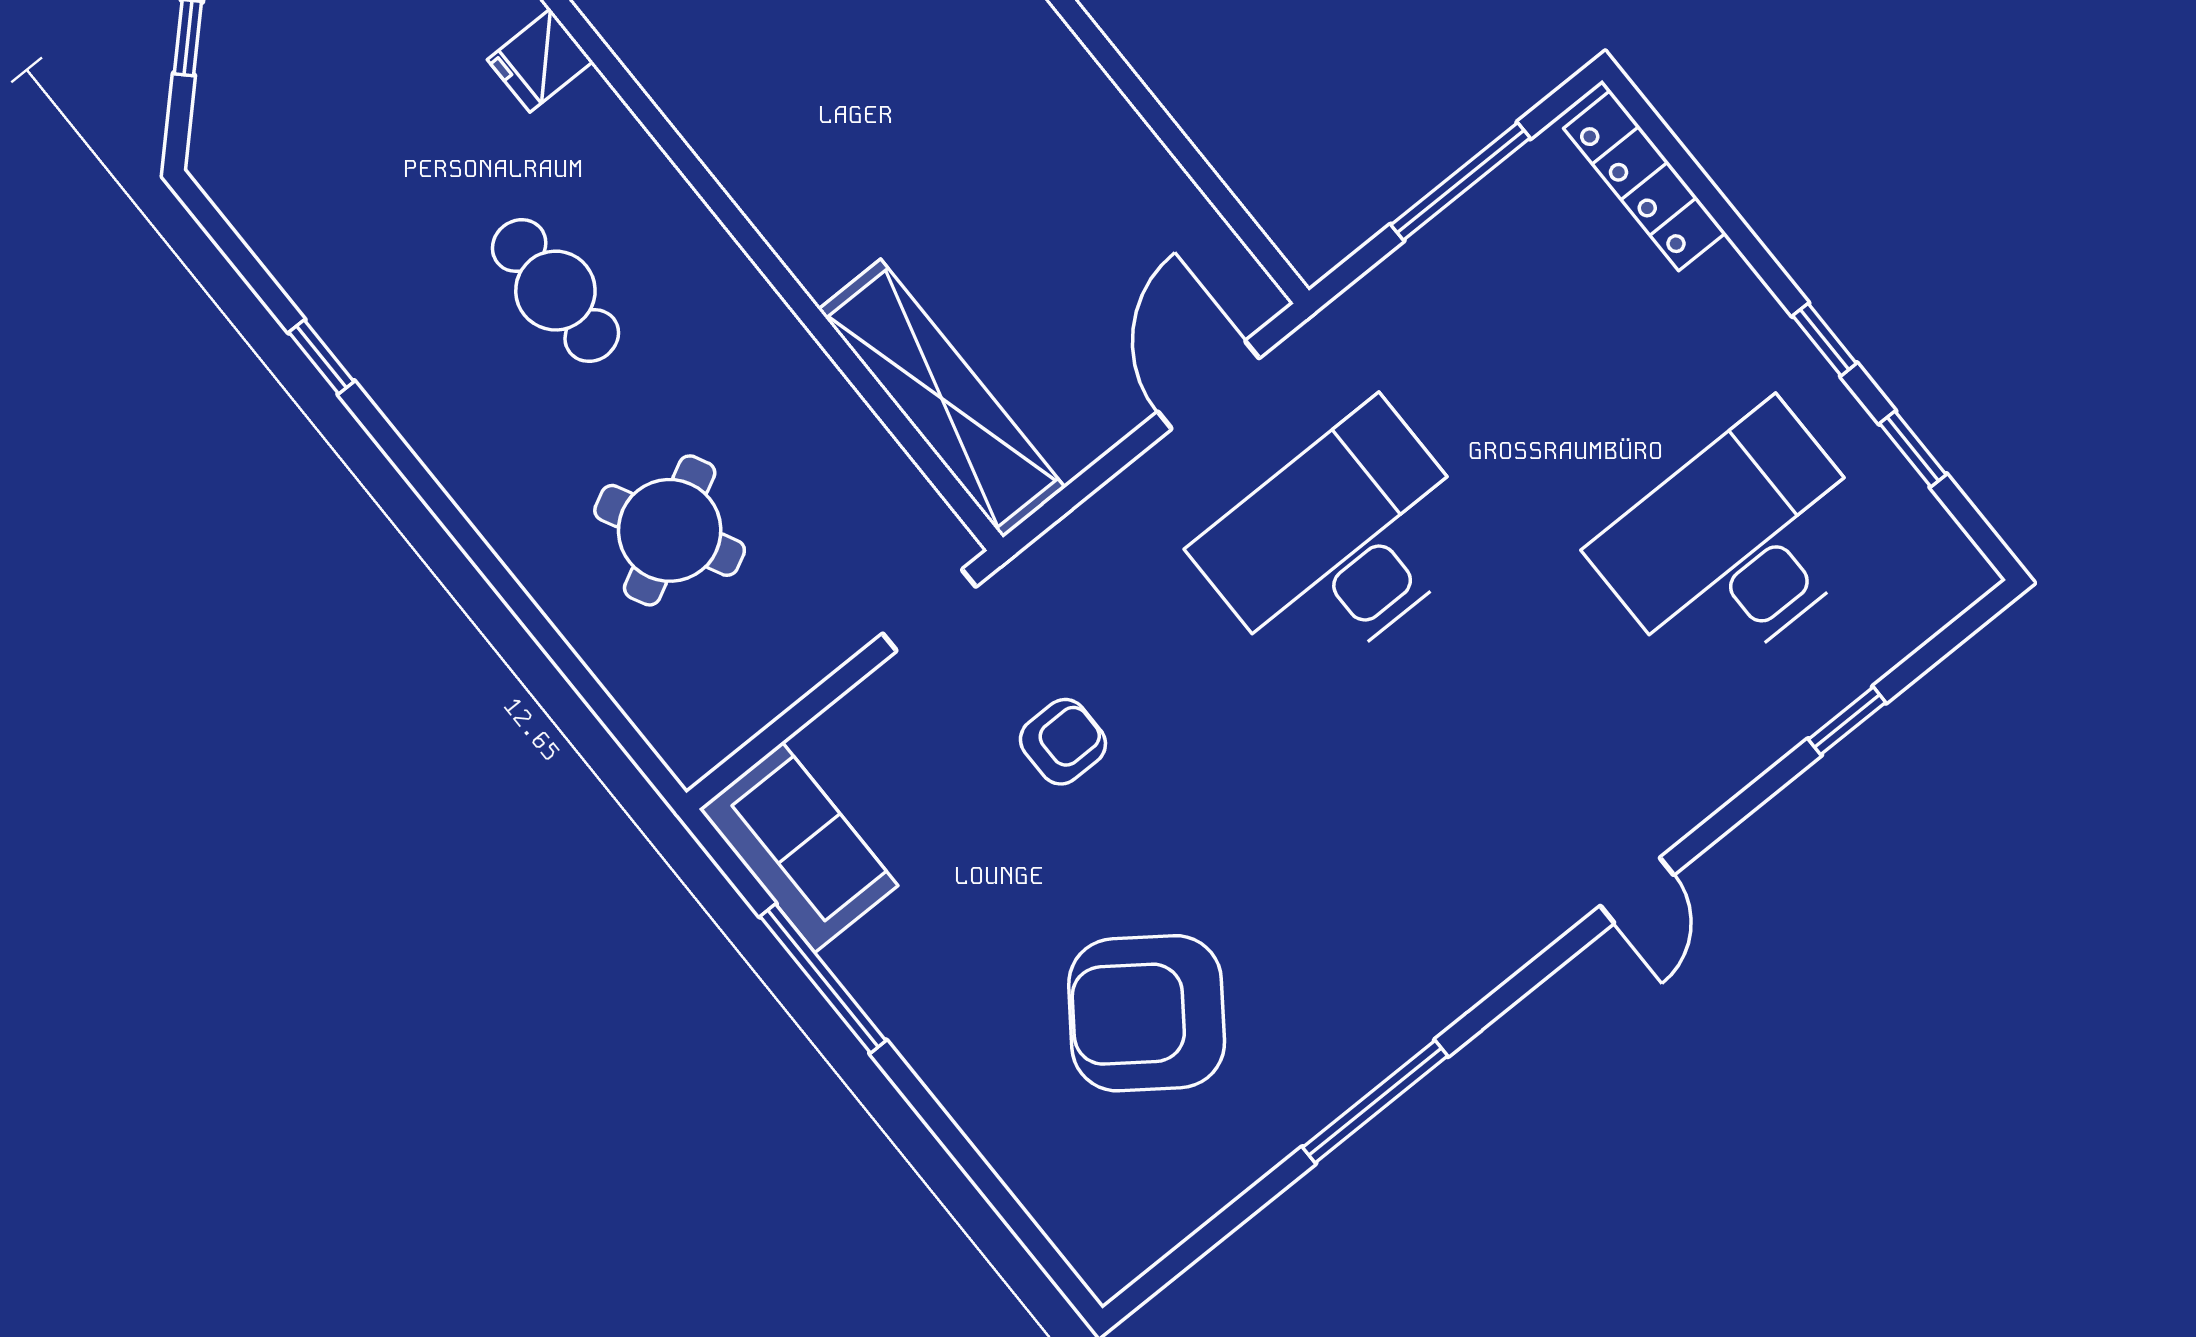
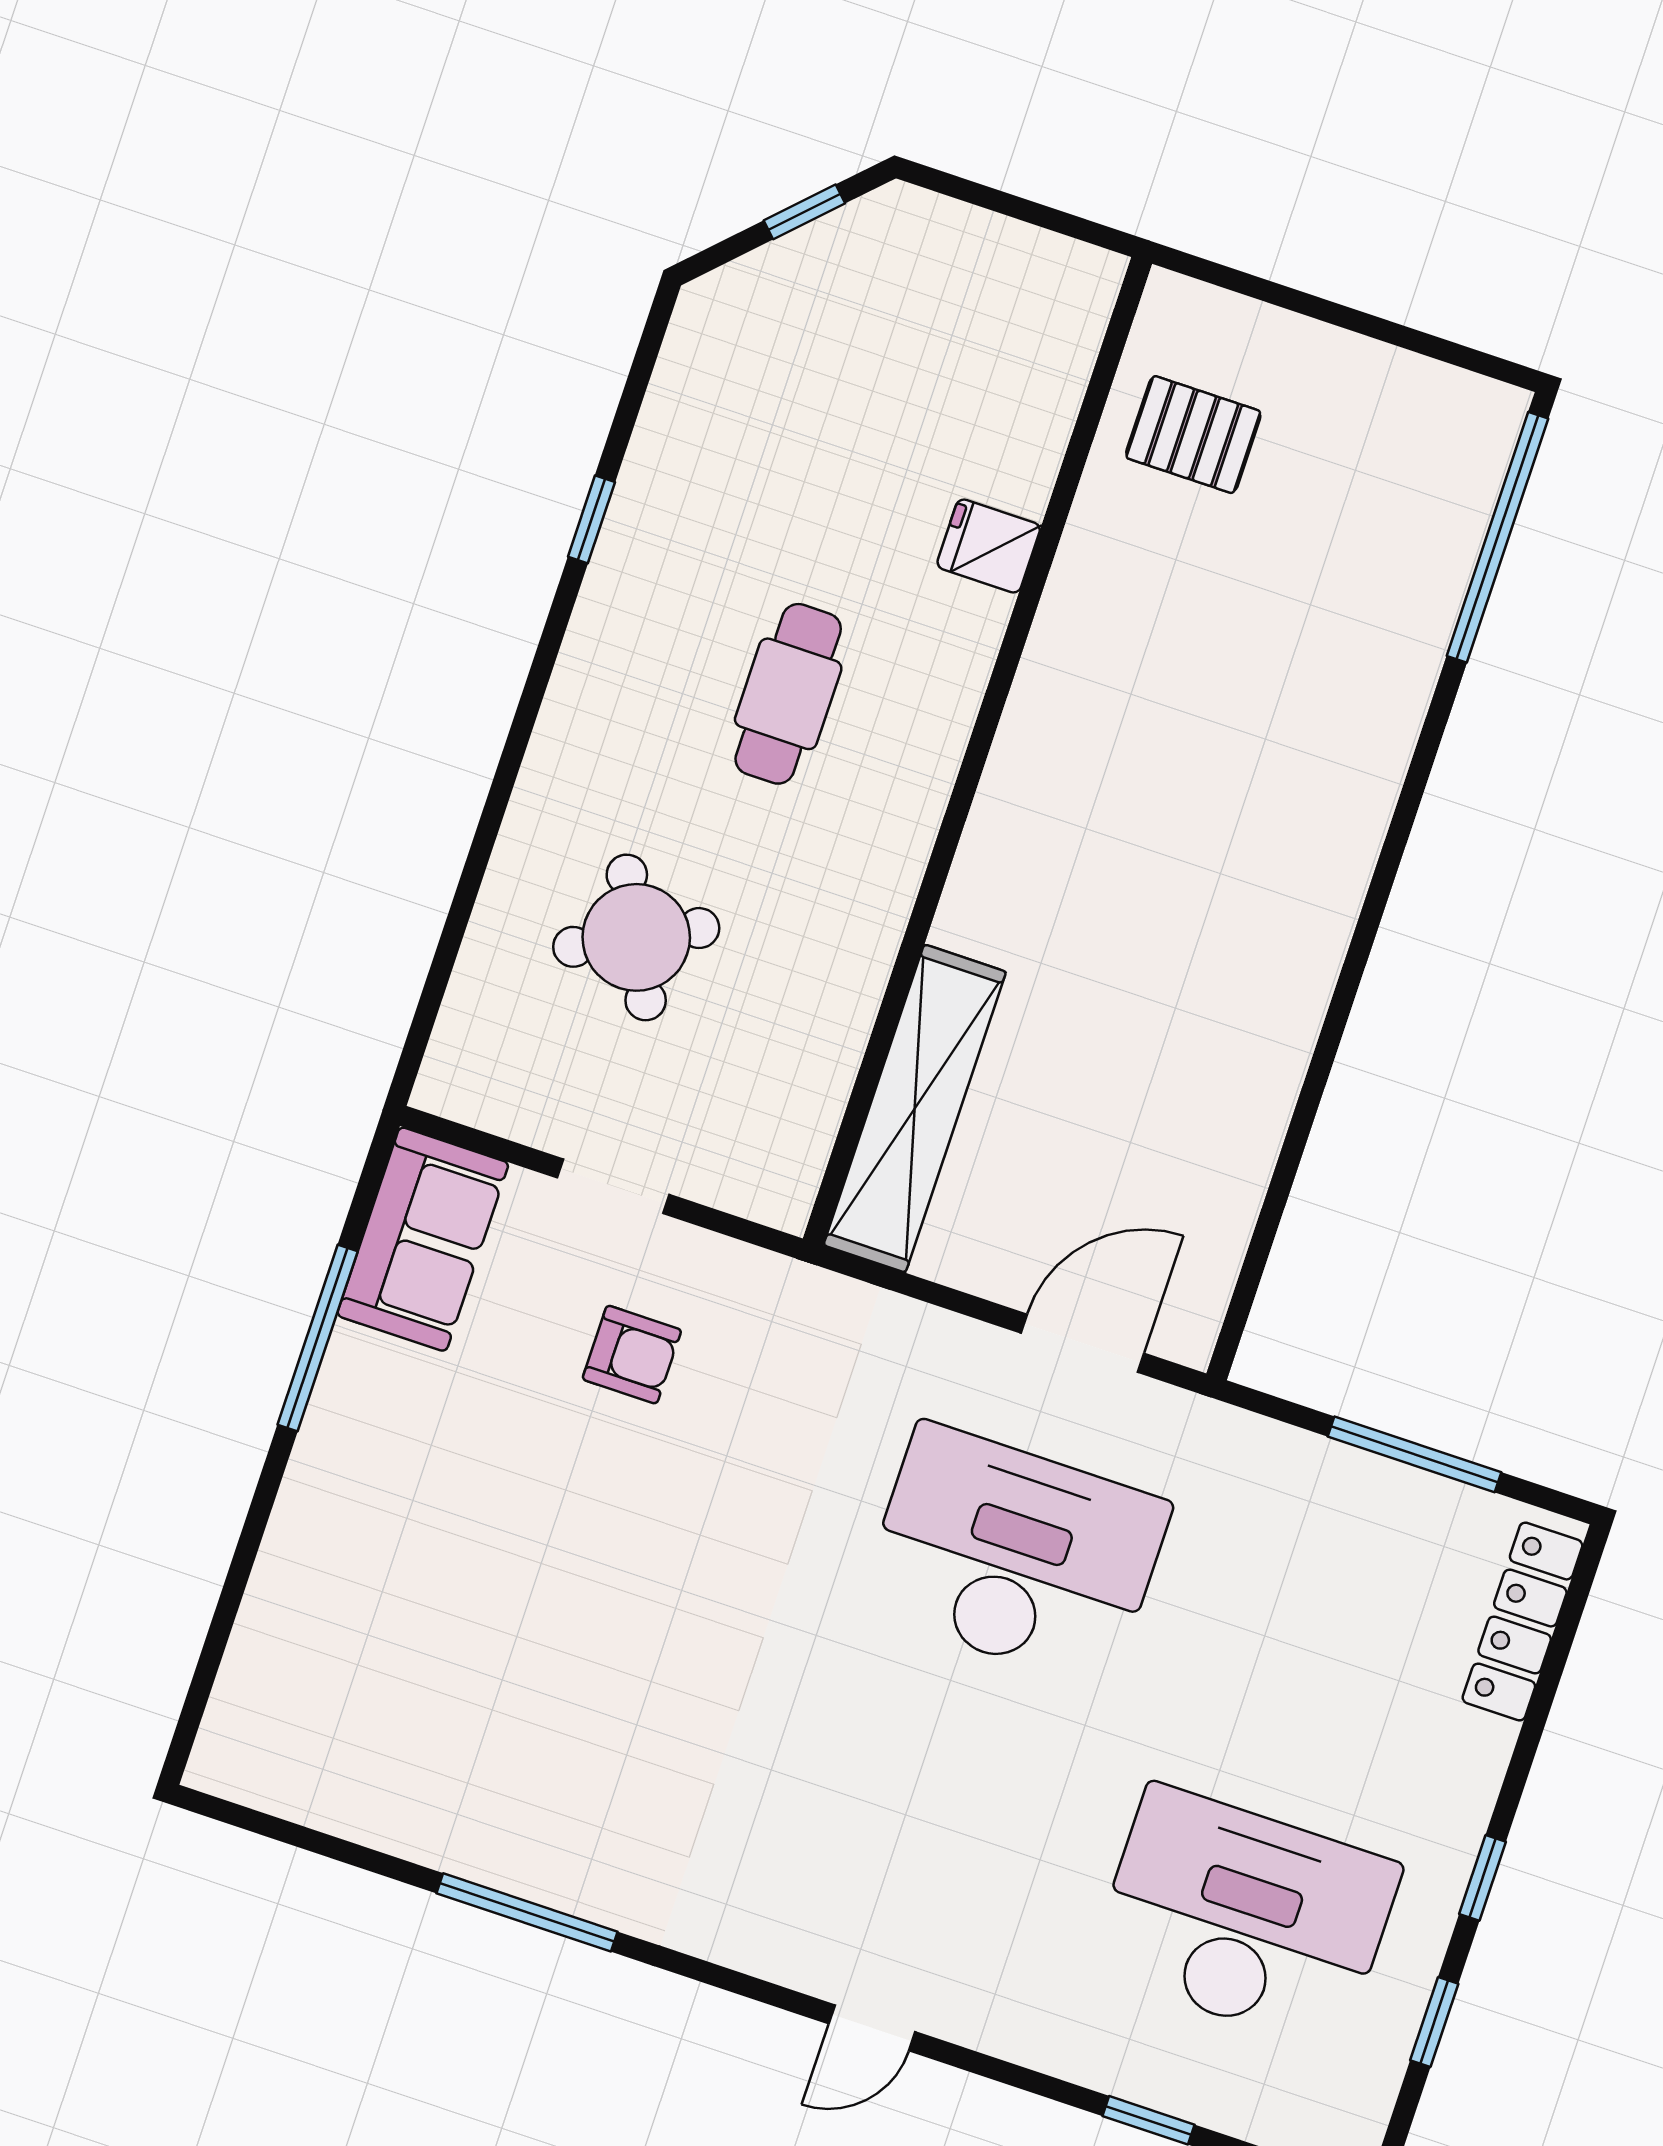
doorway: (929, 610) -> (613, 1186), moved
armchair: (1063, 742) -> (632, 1355), moved
armchair: (1147, 1013) -> (474, 1653), removed

